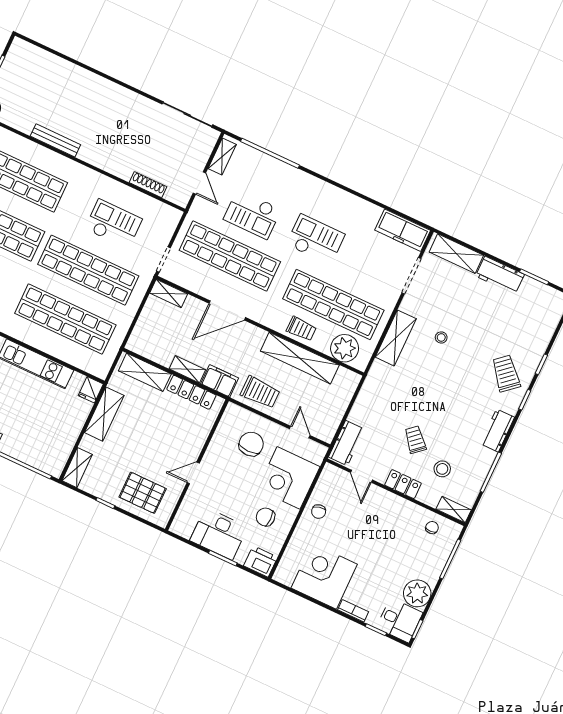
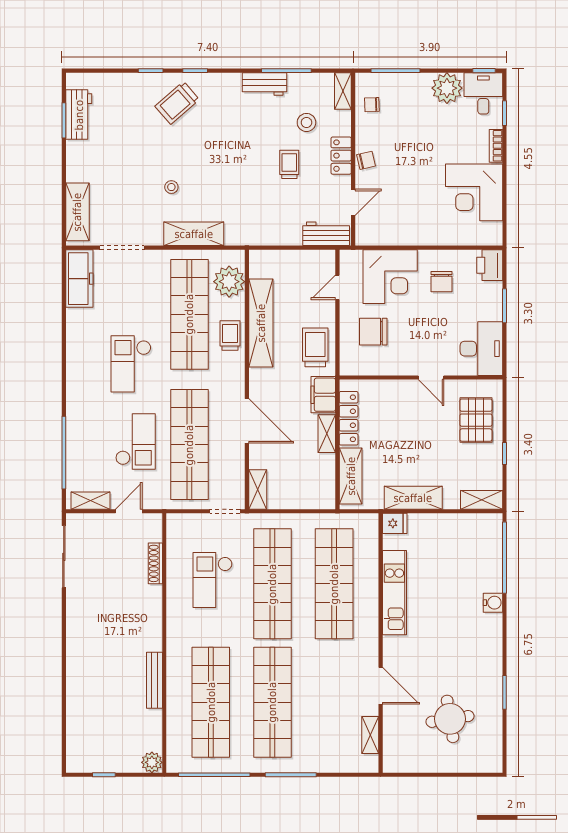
workbench: (500, 275) -> (79, 115), moved
workbench: (497, 430) -> (264, 84), moved
trolley: (415, 440) -> (289, 164), turned 131
chair: (319, 512) -> (366, 160), moved
desk: (219, 534) -> (481, 349), moved

